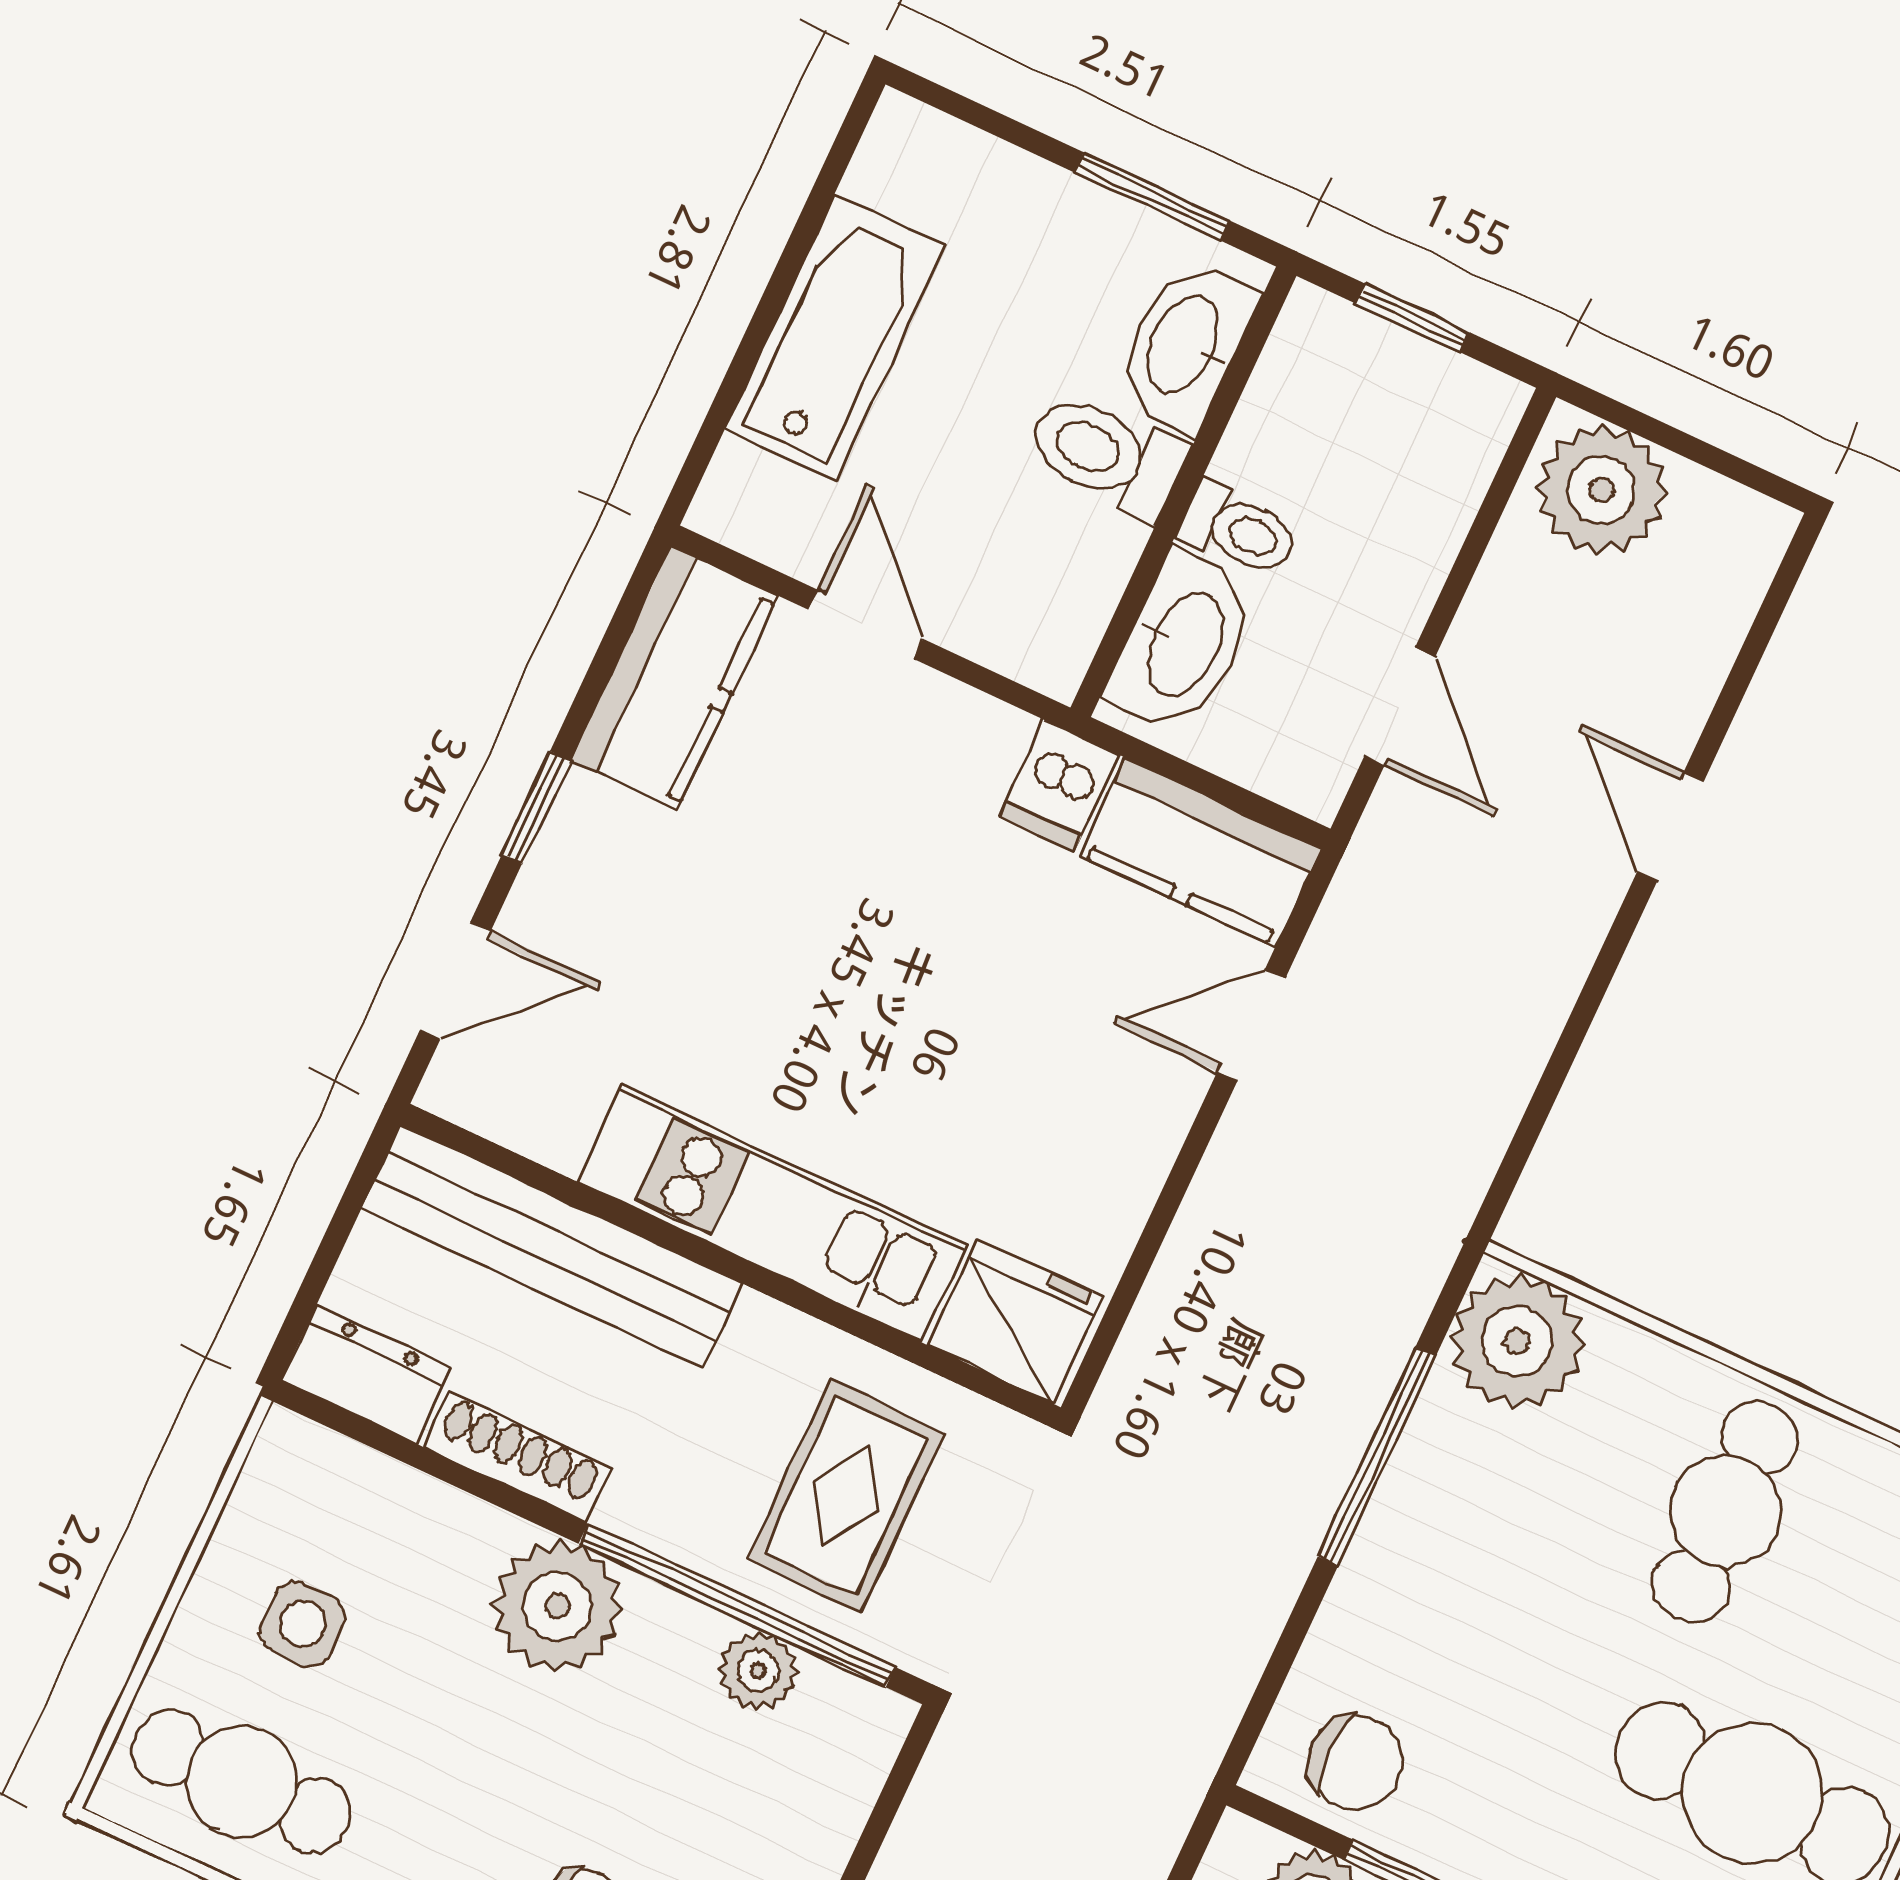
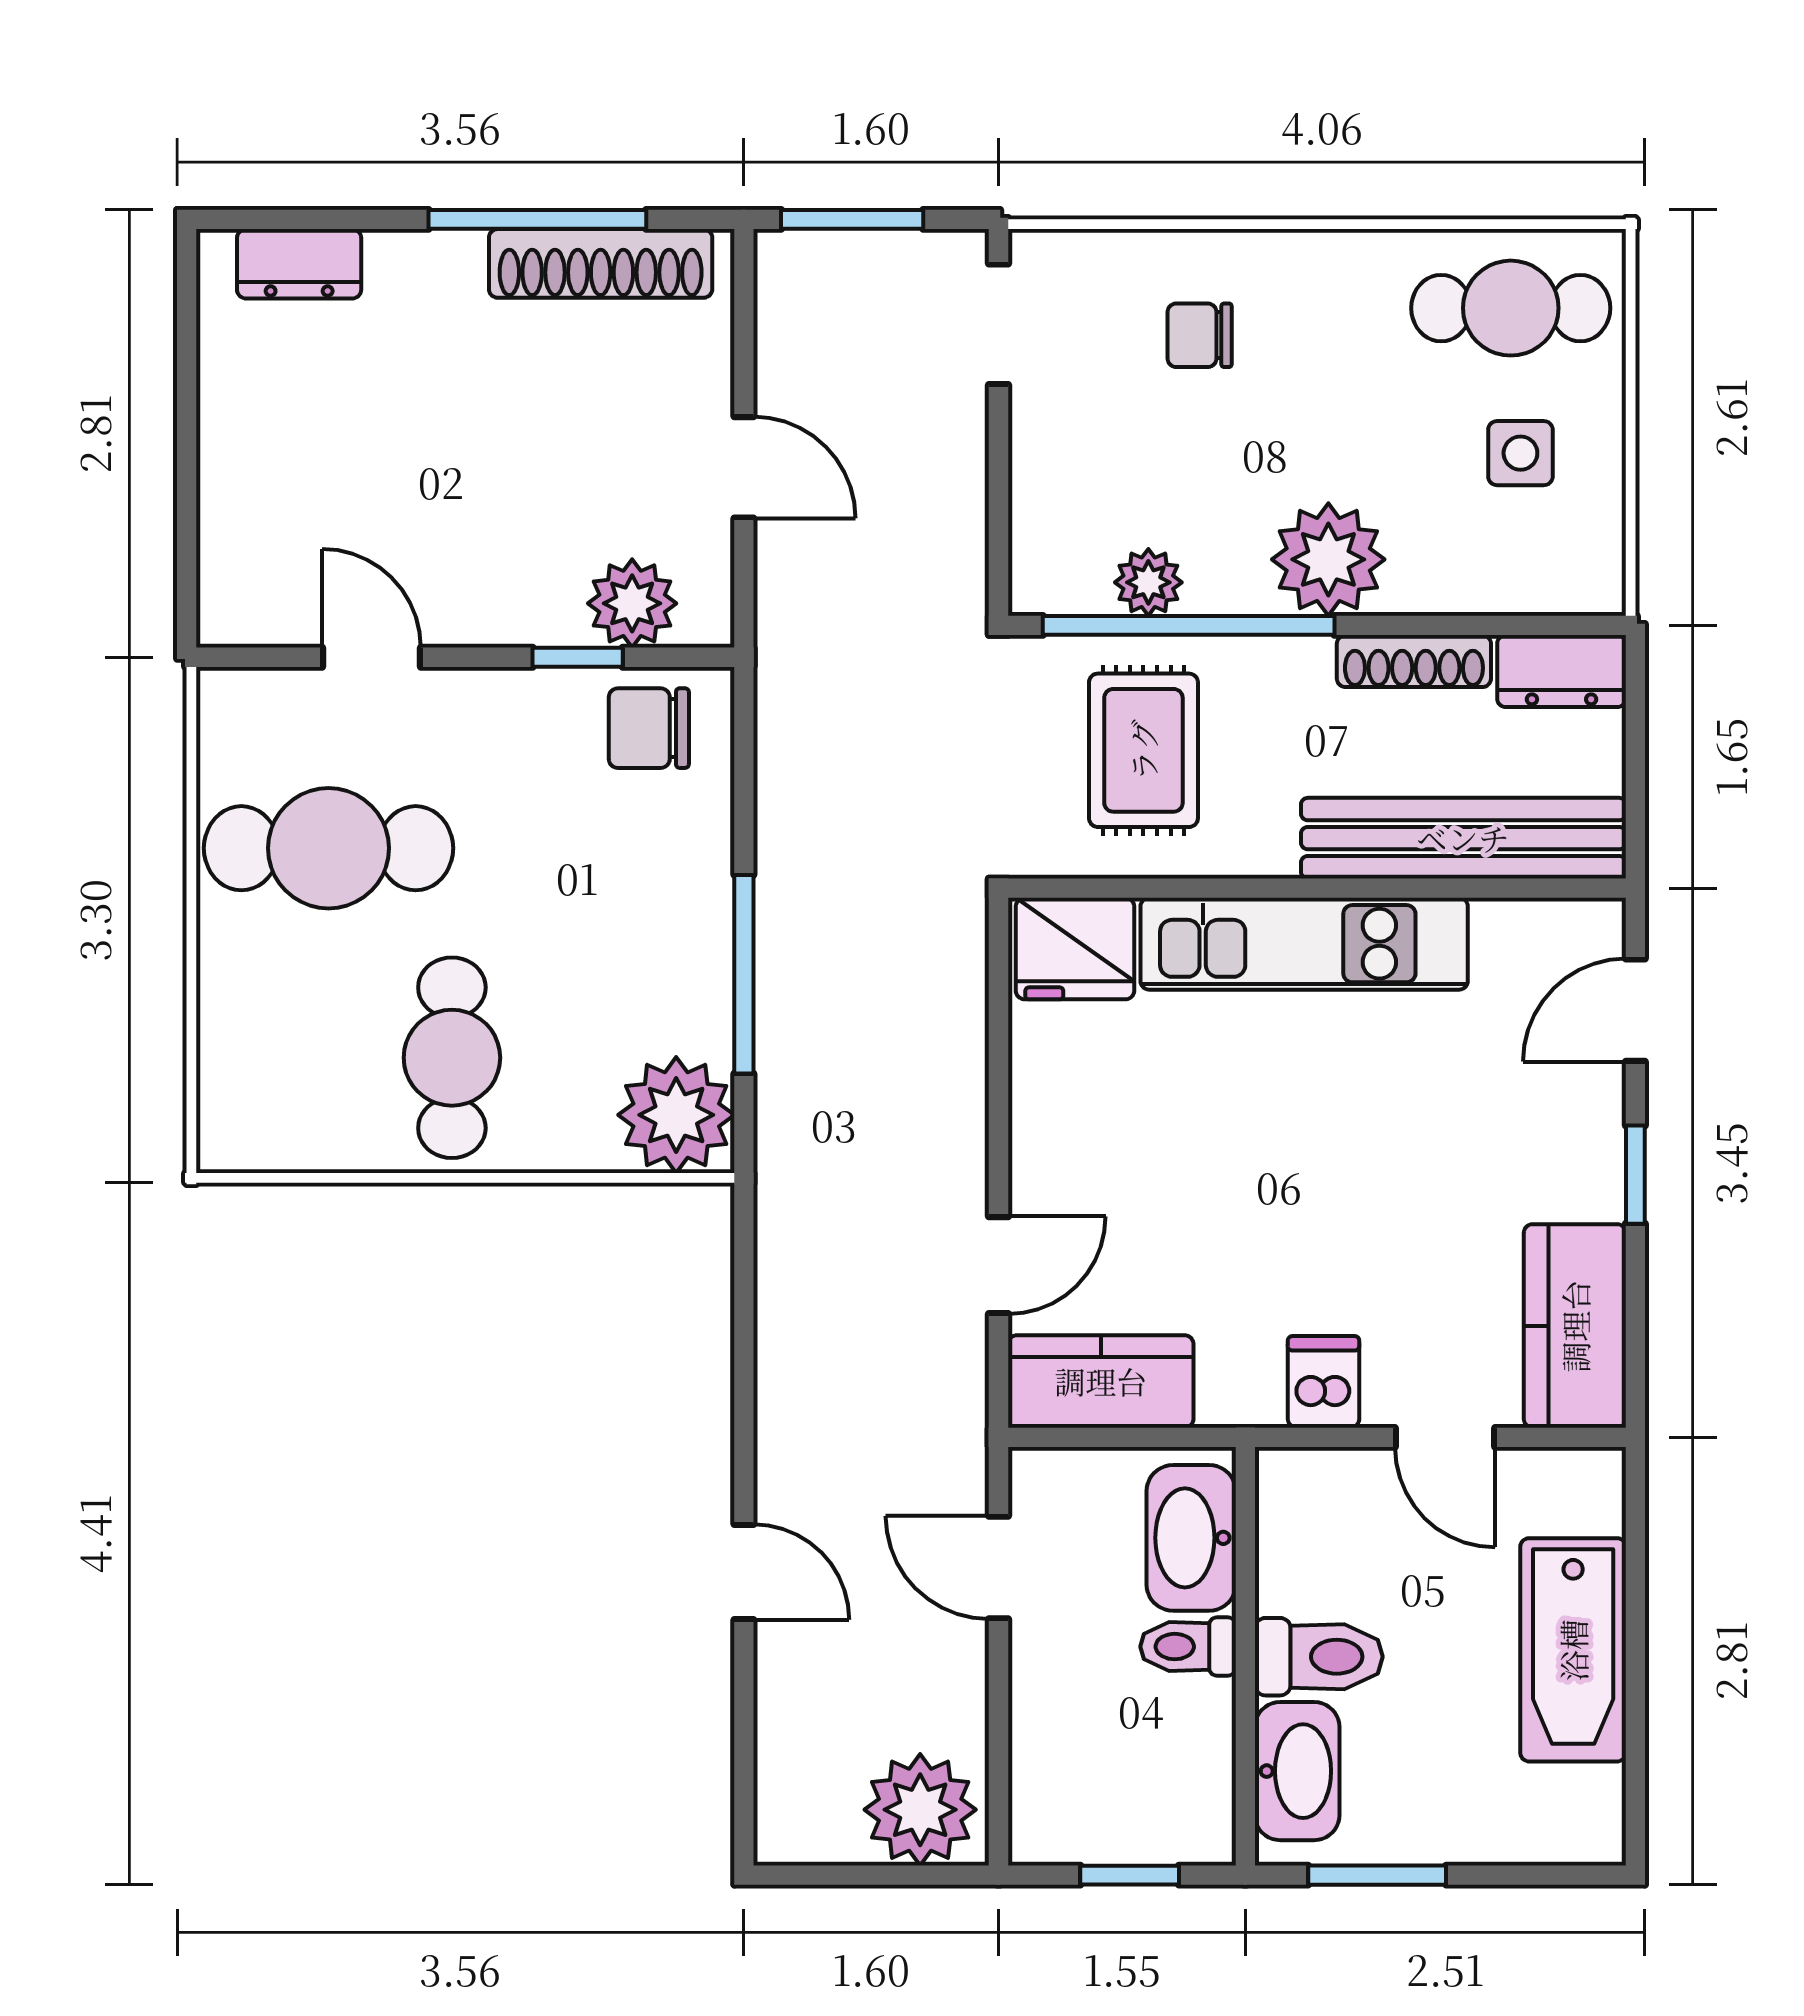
dishwasher: (1059, 786) -> (1324, 1382), moved

